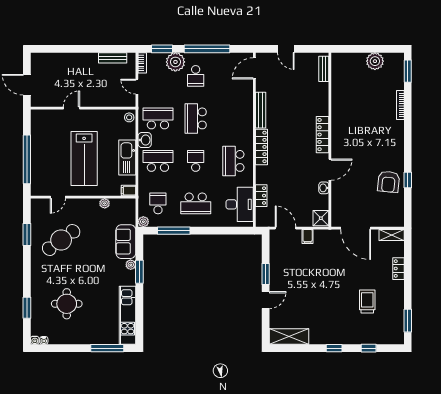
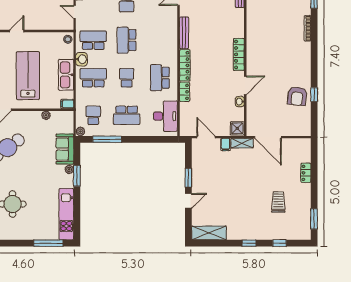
lab bench: (84, 159) -> (28, 76), turned 180
locker: (261, 196) -> (185, 92), moved
shelving: (392, 235) -> (242, 143), moved

